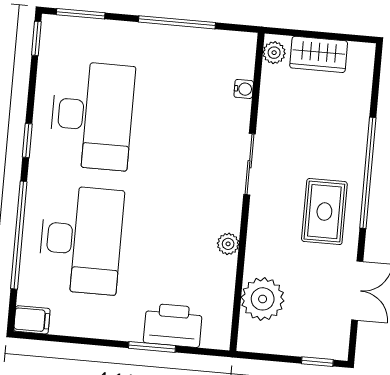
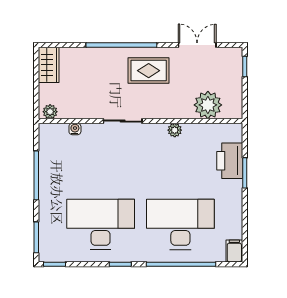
wardrobe: (319, 54) -> (49, 65), moved

